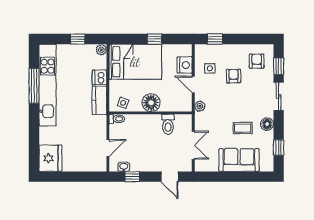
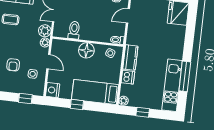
bed: (135, 62) -> (95, 92), width x0.67
nightstand: (185, 65) -> (53, 90), moved
kitchen unit: (48, 85) -> (172, 85), width x0.73
plant: (202, 120) -> (45, 31), added

